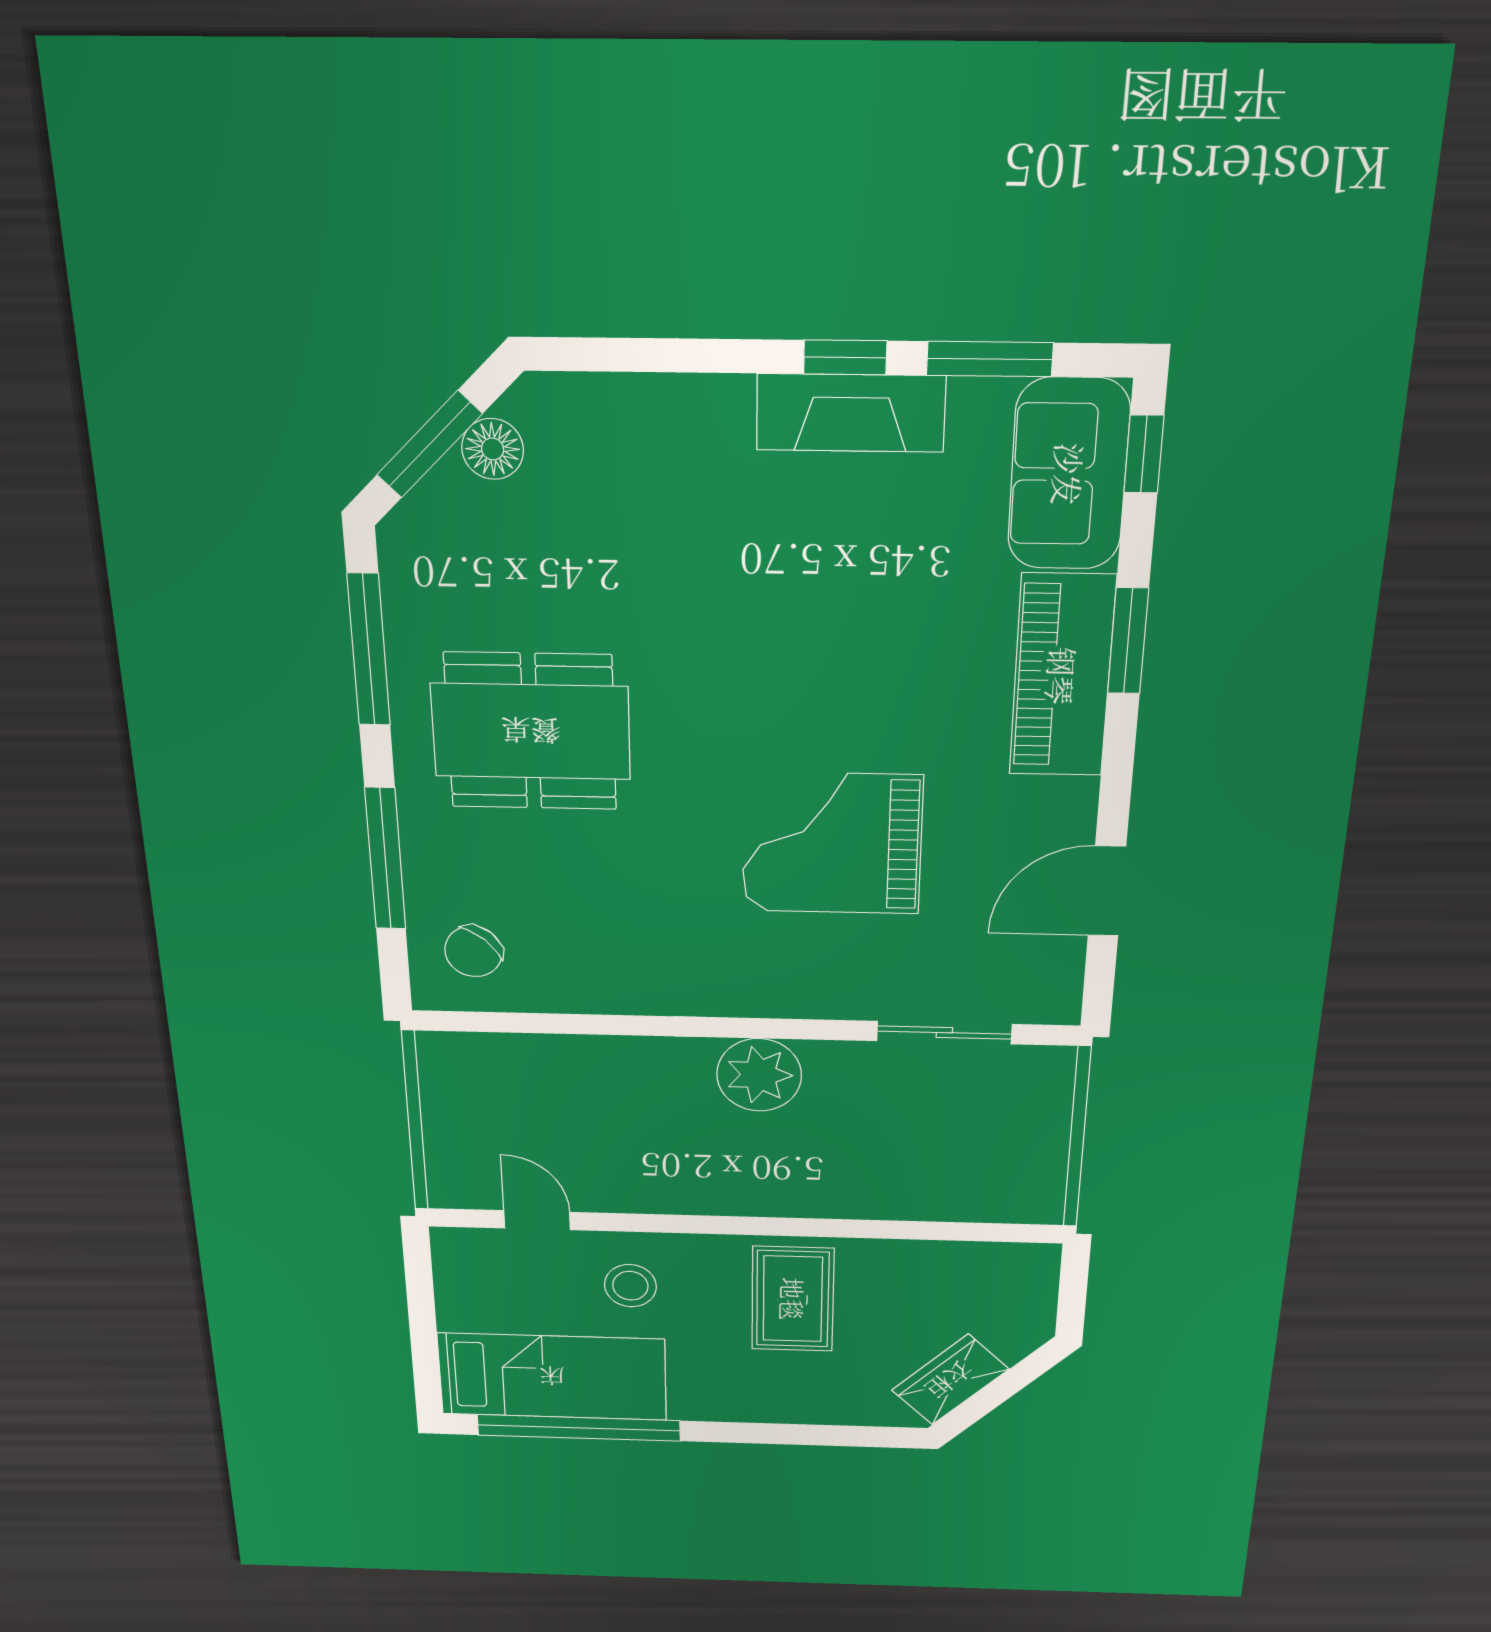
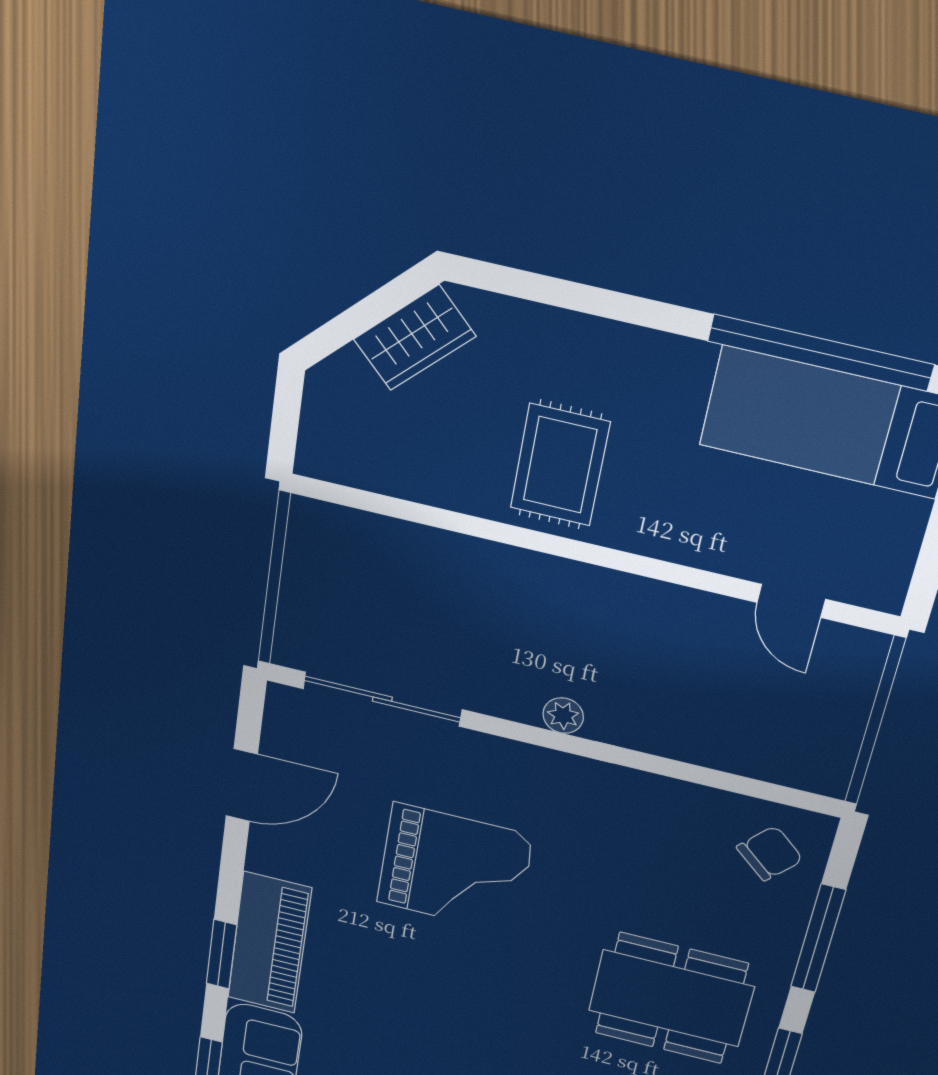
sliding door: (944, 1033) -> (382, 699), width x1.37
plant: (759, 1075) -> (563, 716), width x0.53, depth x0.53
stool: (630, 1286) -> (719, 512), removed

